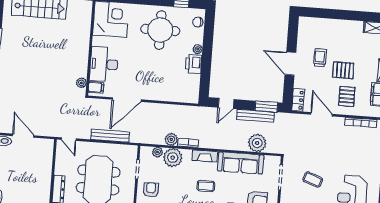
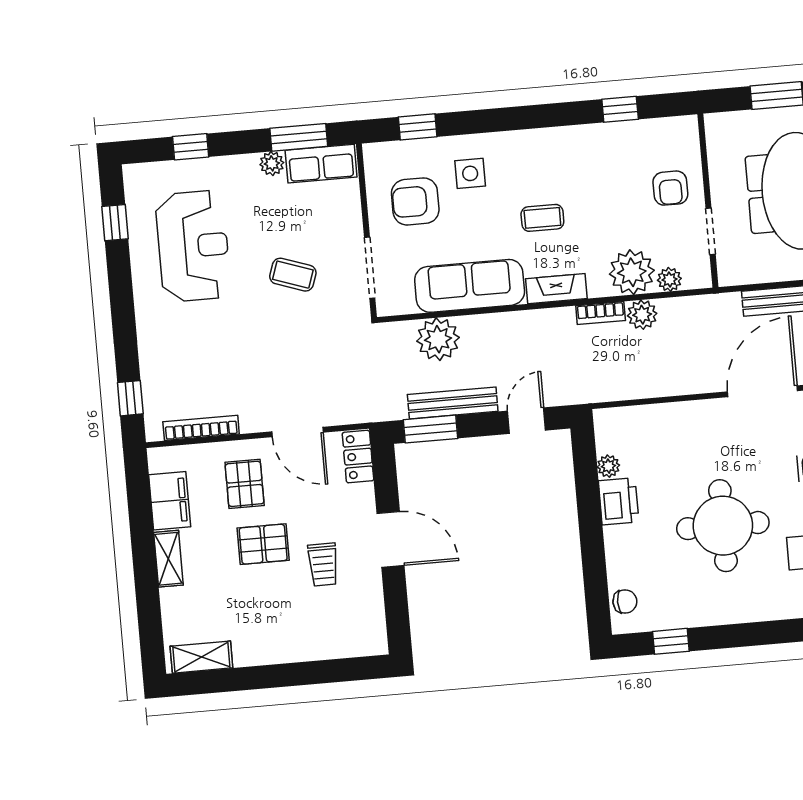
round table: (160, 30) -> (723, 526), moved
plant: (198, 49) -> (608, 466), moved

